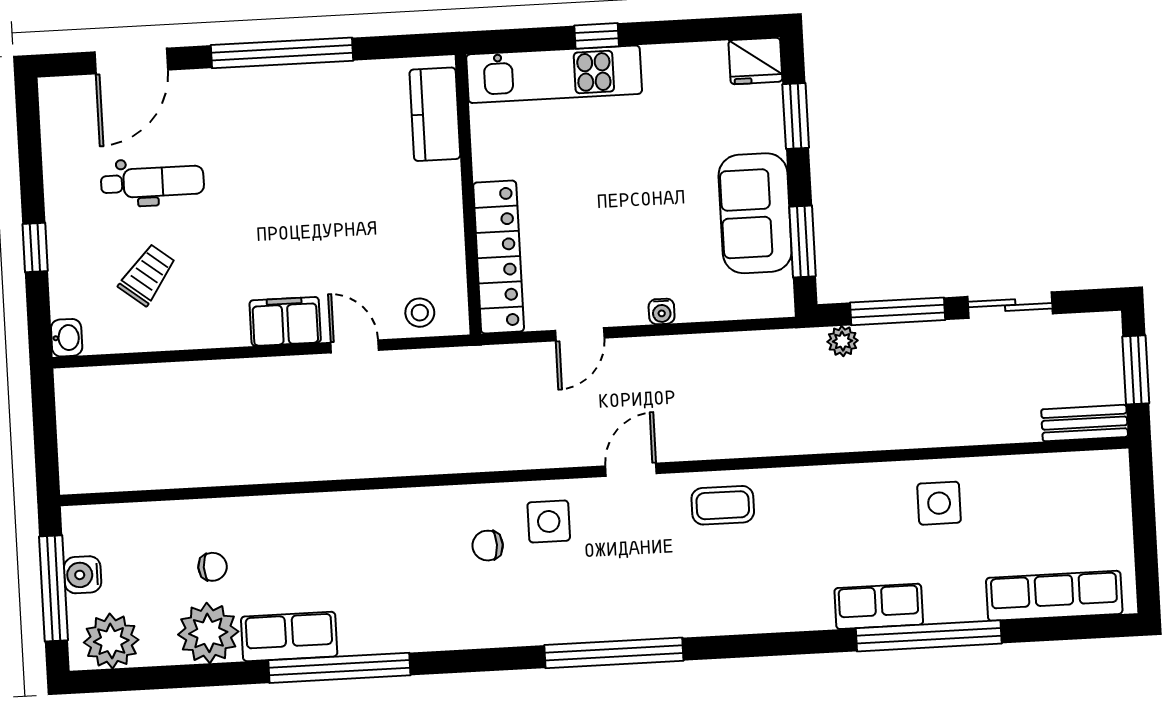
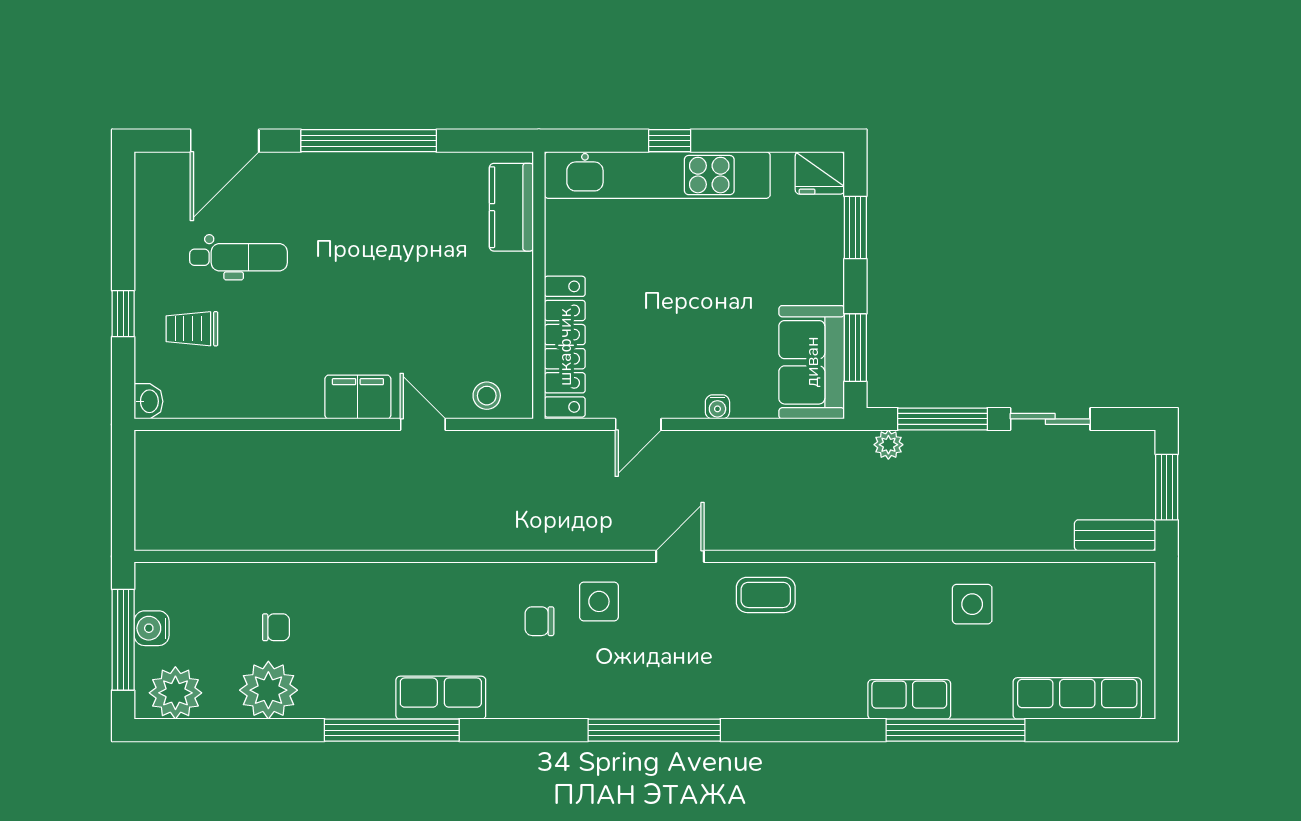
kitchen unit: (554, 74) -> (657, 175), width x1.36
sofa: (755, 213) -> (812, 362), moved
trolley: (147, 275) -> (192, 329), moved, turned -128
row of seats: (289, 636) -> (441, 698), moved

